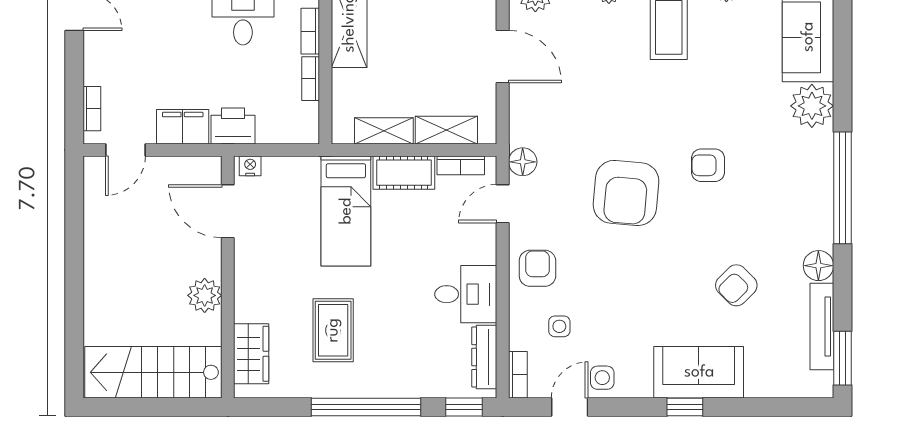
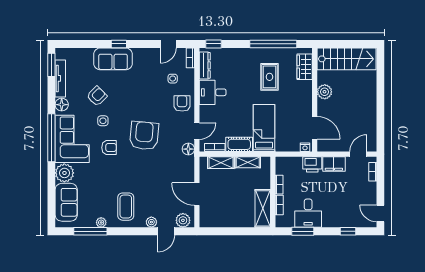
corner sofa: (794, 185) -> (72, 139), added
armchair: (537, 268) -> (182, 103), turned 180
side table: (602, 378) -> (103, 121), moved
window: (366, 407) -> (273, 44), moved

